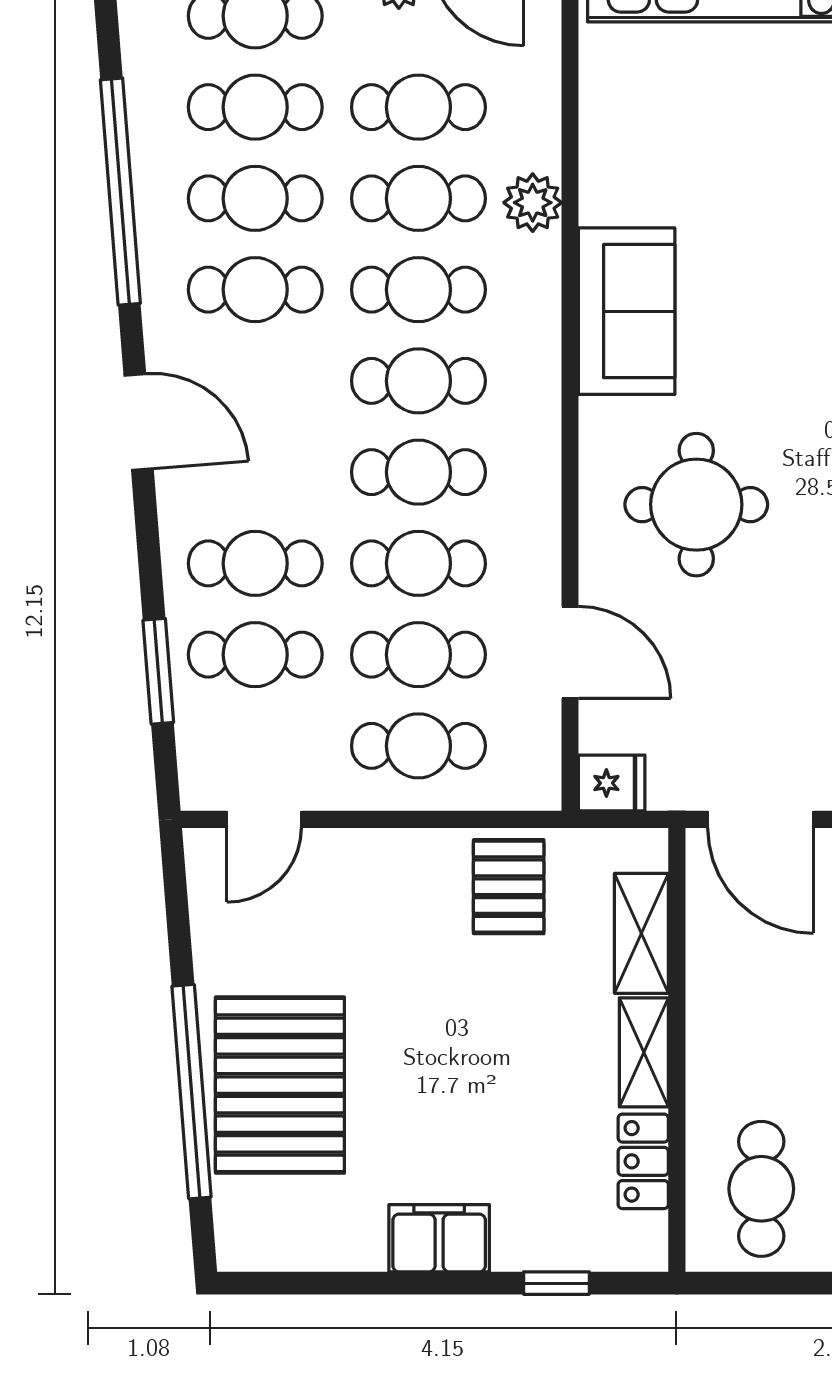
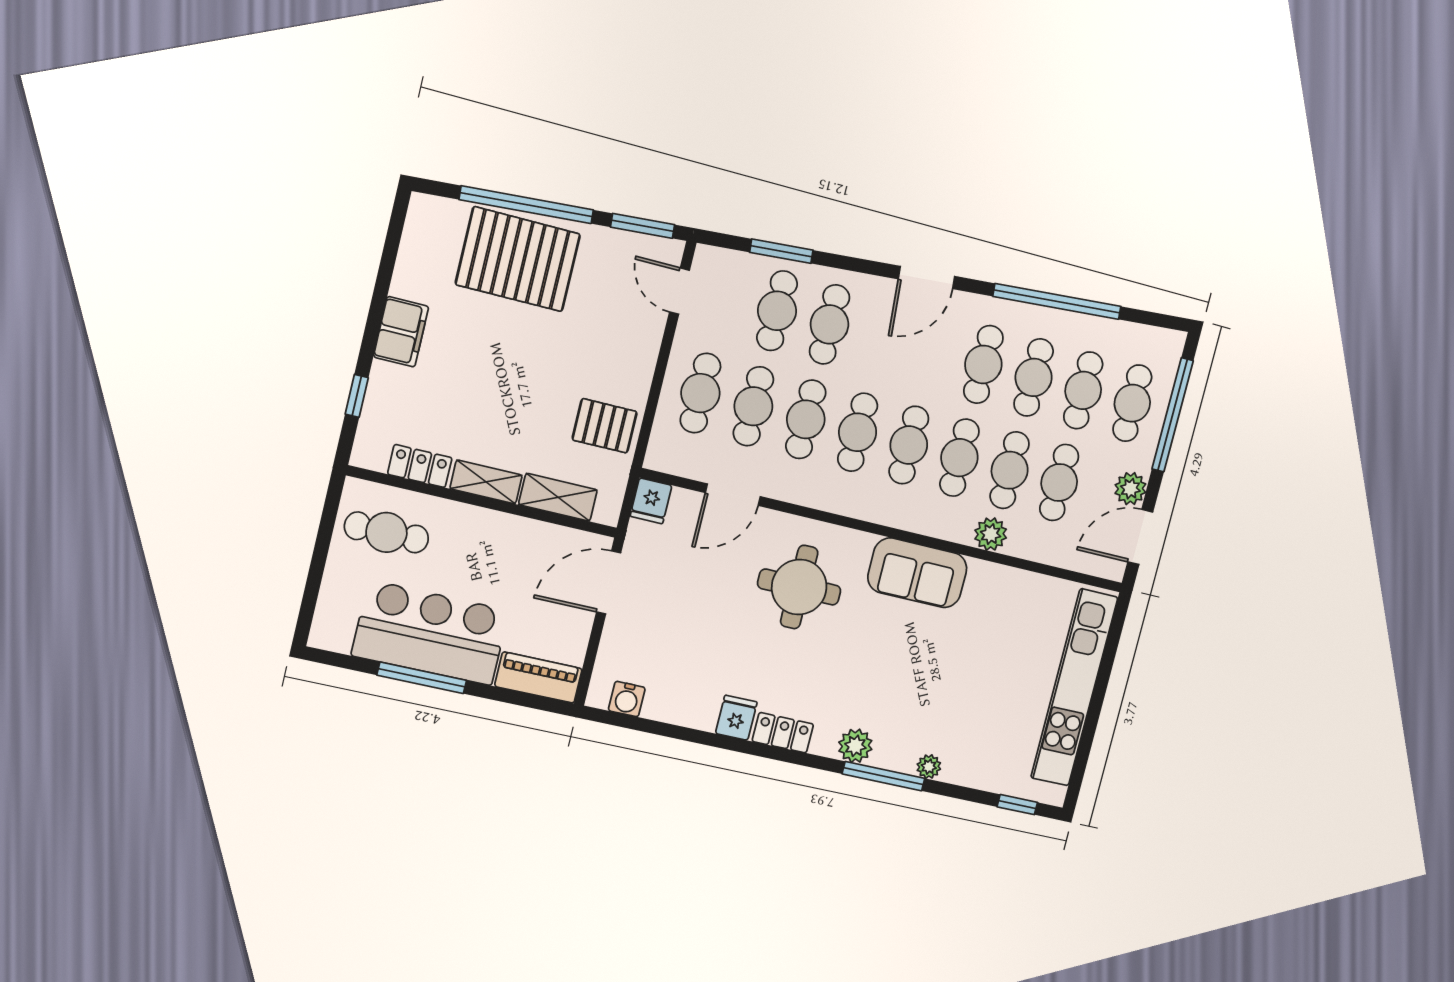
window: (177, 903) -> (643, 226), added

